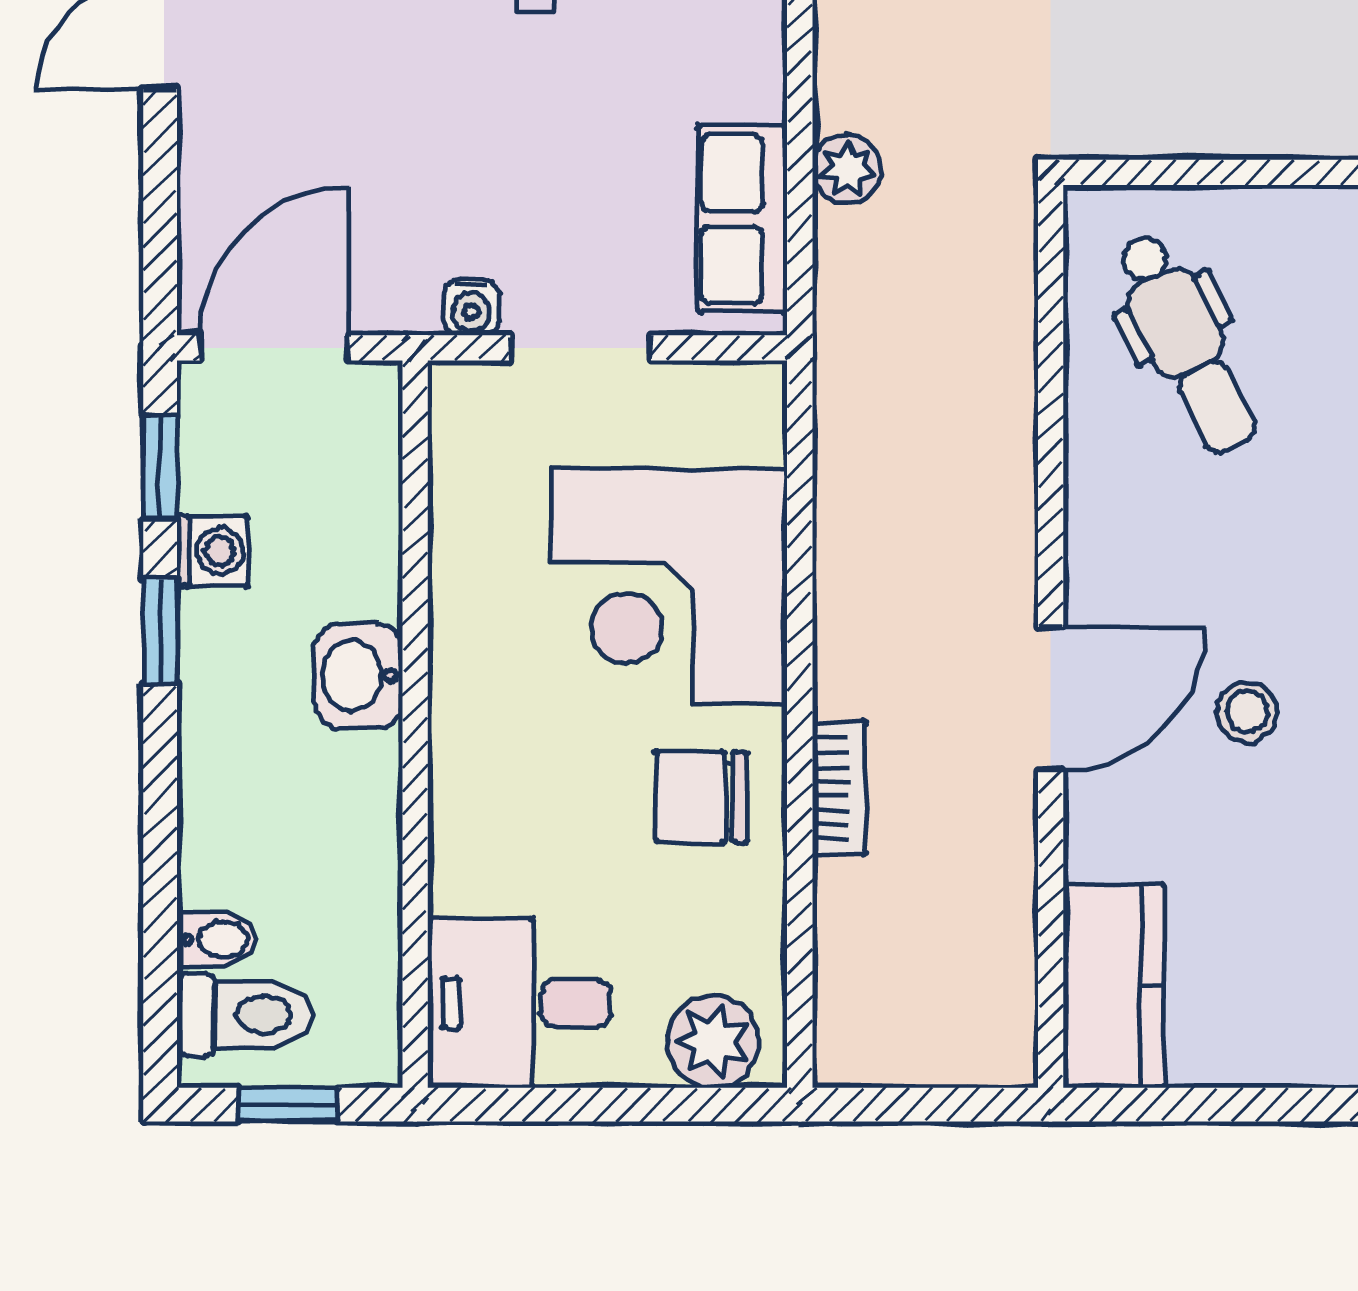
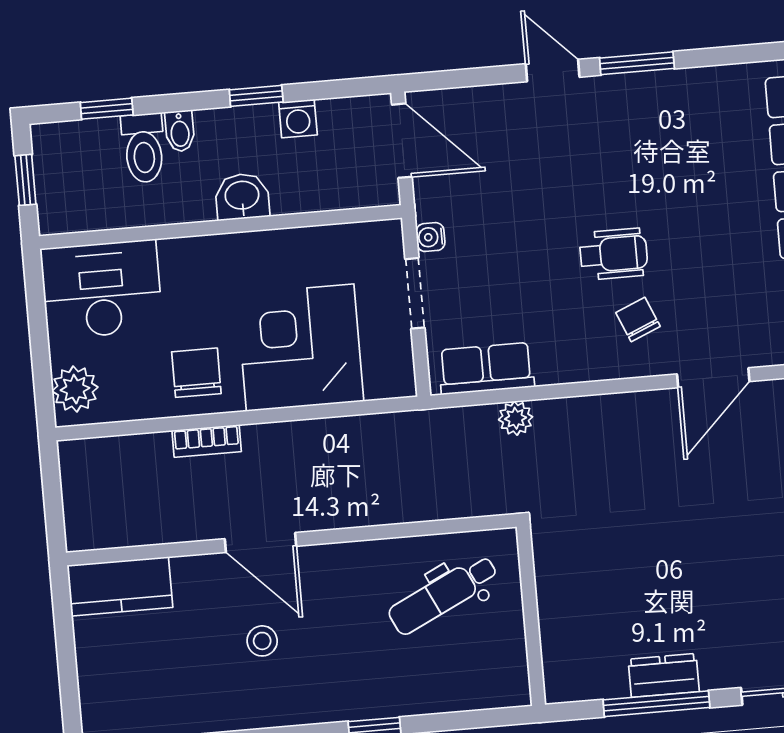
window: (160, 467) -> (107, 109), moved
bidet: (217, 939) -> (180, 131), moved
desk: (519, 1003) -> (102, 289), width x1.37
toilet: (245, 1014) -> (144, 148), moved

